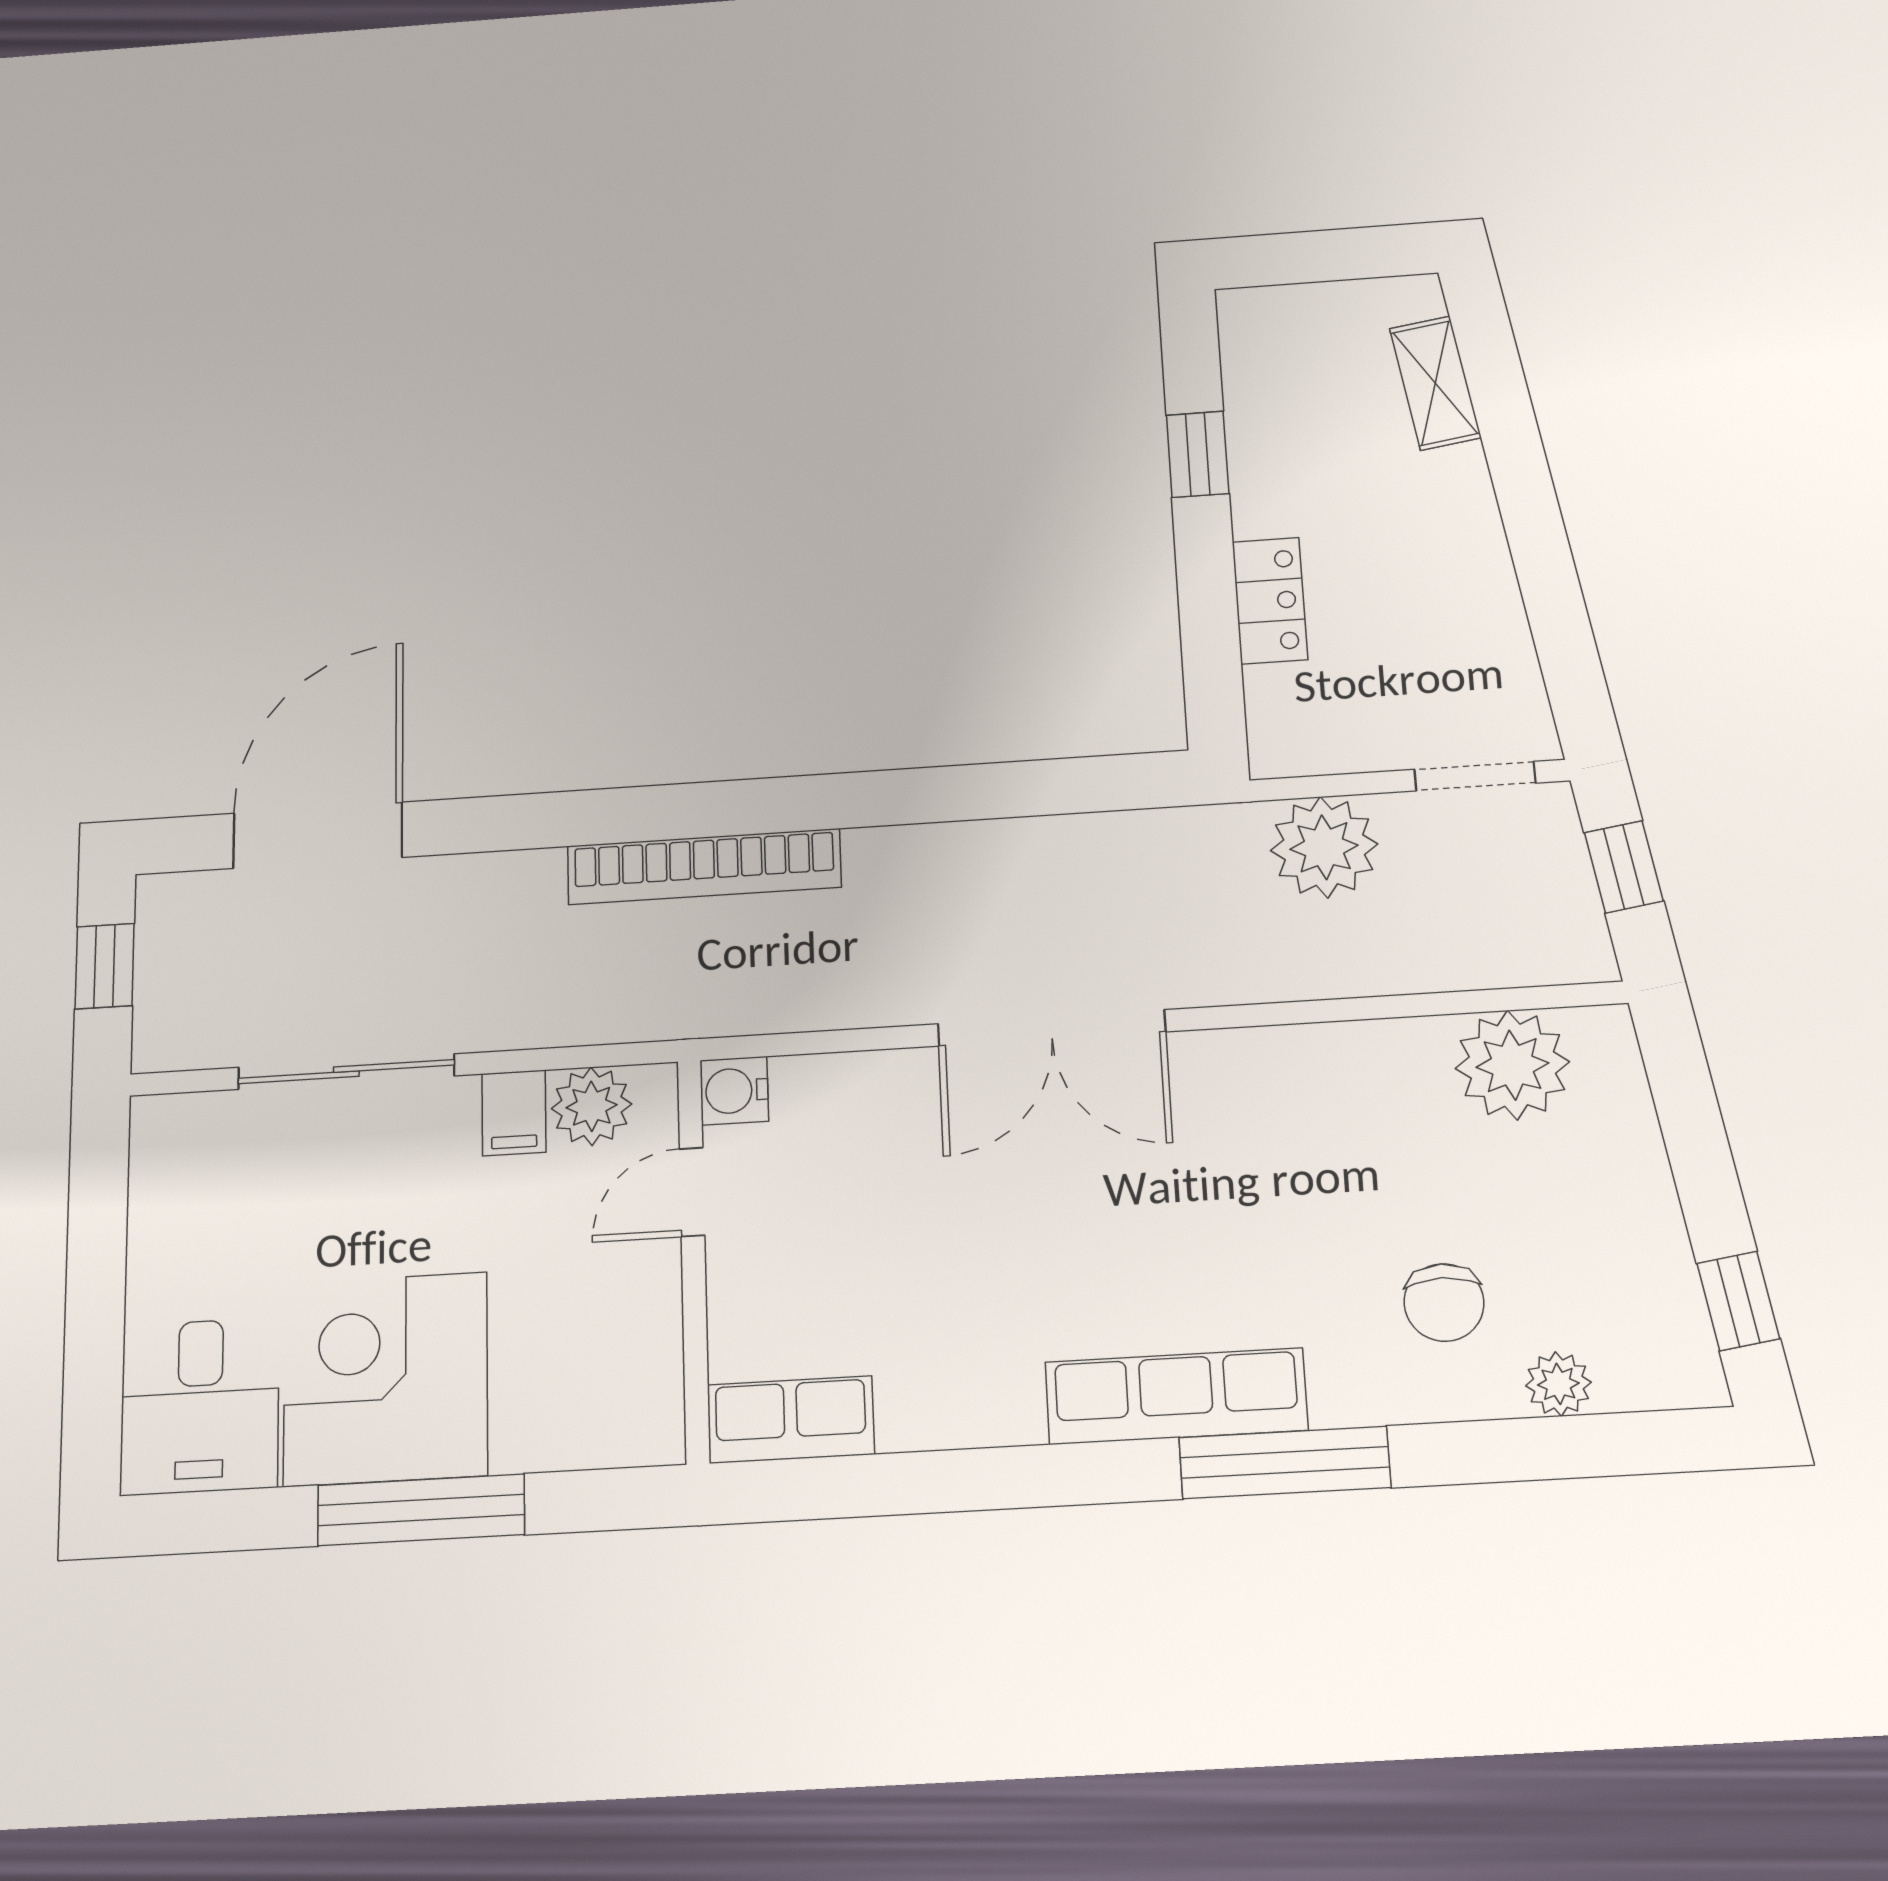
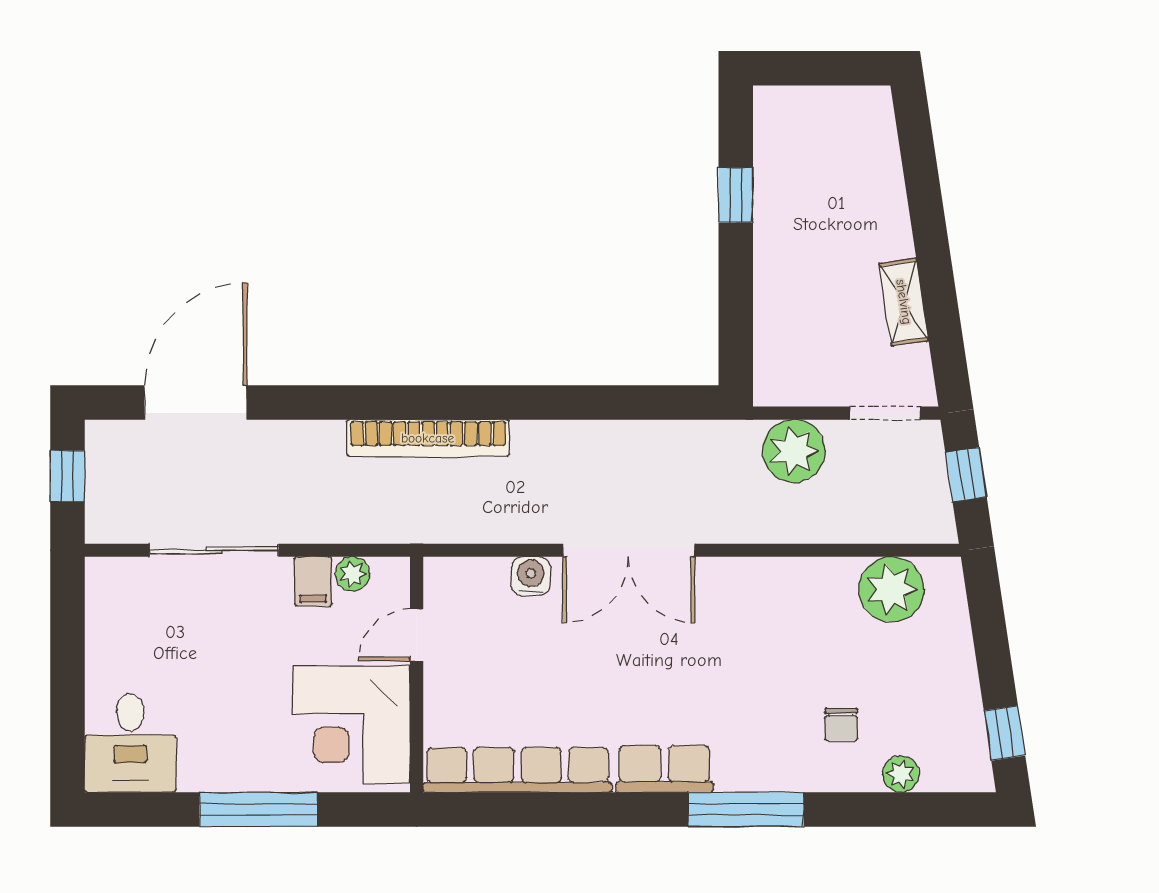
shelving: (1435, 383) -> (904, 302), moved
locker: (1270, 601) -> (773, 294), removed
water cooler: (734, 1091) -> (531, 576), moved, turned 90
plant: (592, 1106) -> (352, 574), width x0.73, depth x0.73
chair: (1444, 1302) -> (841, 724), width x0.73, depth x0.73
corner desk: (386, 1379) -> (351, 725), moved, turned -90
row of seats: (1176, 1396) -> (664, 769), width x0.68
row of seats: (791, 1420) -> (518, 770), width x2.02

